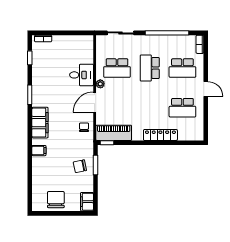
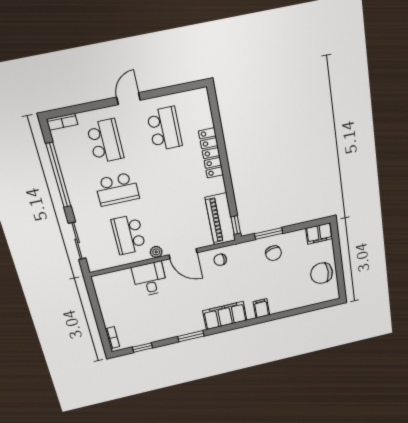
school desk: (117, 68) -> (129, 235), turned 180

